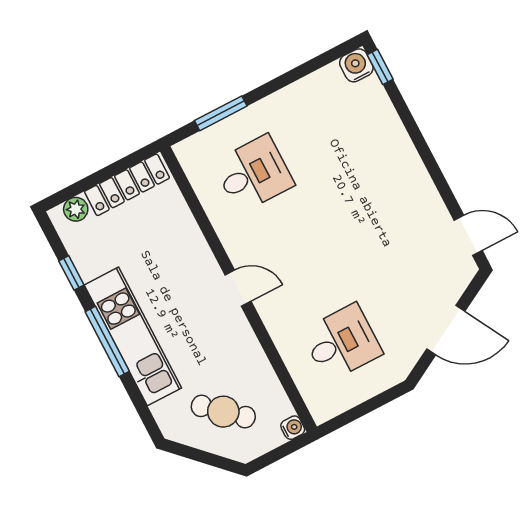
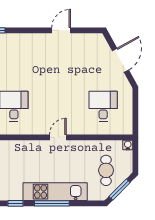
door: (468, 235) -> (61, 30), moved
cafe table: (223, 412) -> (106, 170), turned -42
window: (200, 456) -> (120, 189), added

